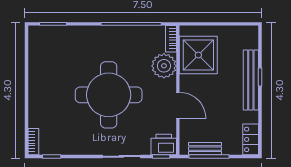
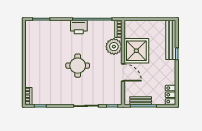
shower: (198, 55) -> (136, 51), moved
bench: (251, 80) -> (171, 40), moved
round table: (109, 95) -> (78, 66), width x0.54, depth x0.54
printer: (164, 144) -> (79, 27), moved, turned 180

